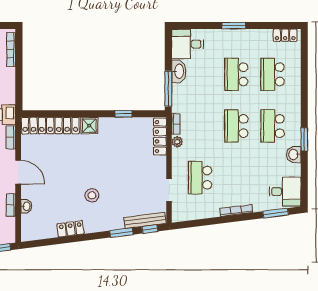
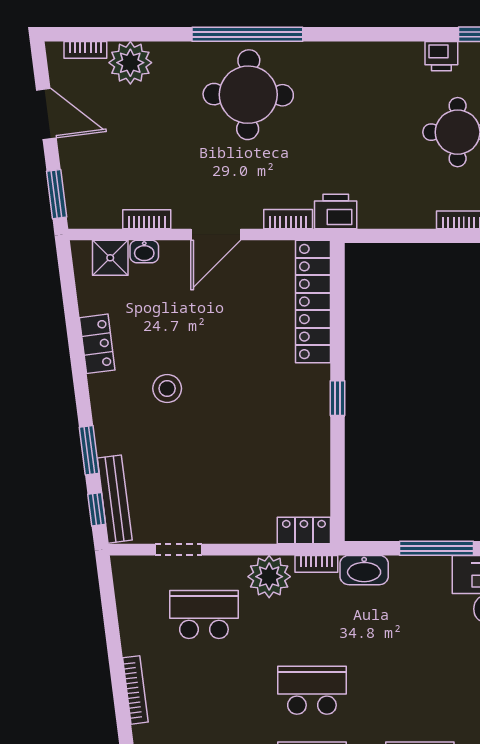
washbasin: (179, 71) -> (364, 570), moved
school desk: (236, 74) -> (420, 690), removed
window: (168, 89) -> (437, 548), moved
window: (124, 114) -> (337, 398), moved
shower: (89, 126) -> (110, 258), moved
locker: (160, 137) -> (304, 531), width x0.66
plant: (177, 142) -> (269, 577), width x1.88, depth x1.88

